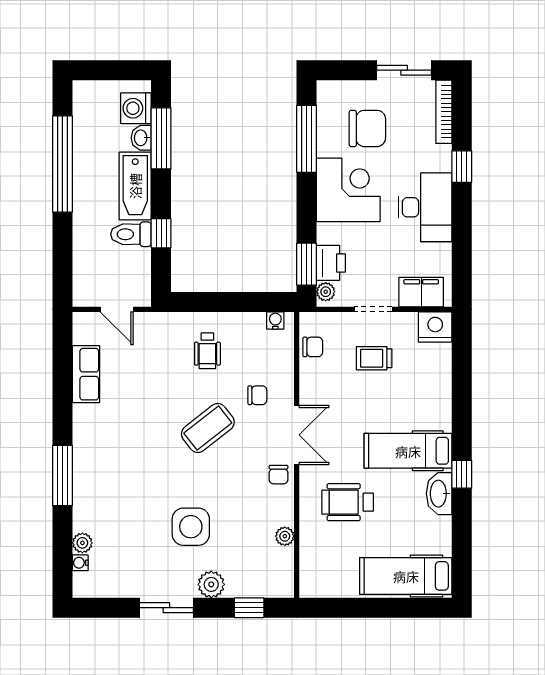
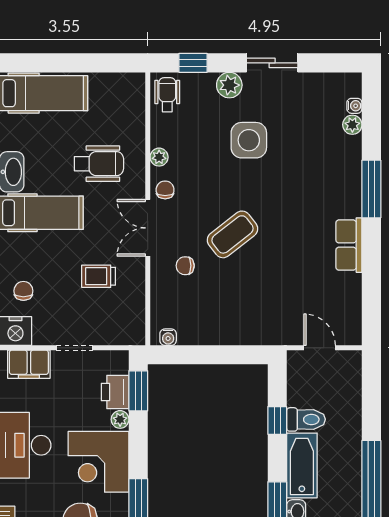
plant: (326, 292) -> (120, 419), moved
chair: (313, 347) -> (23, 291), moved, turned 90
wheelchair: (207, 351) -> (167, 95), moved
trolley: (374, 358) -> (99, 276), moved, turned 180
row of seats: (86, 374) -> (349, 245), moved
plant: (285, 536) -> (159, 157), moved

